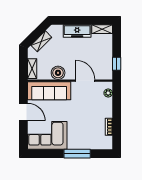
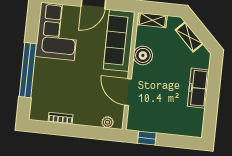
shelving: (102, 29) -> (197, 123), removed
door: (85, 81) -> (128, 92), swing flipped
window: (77, 154) -> (28, 70), width x1.46

